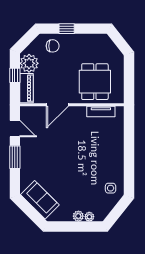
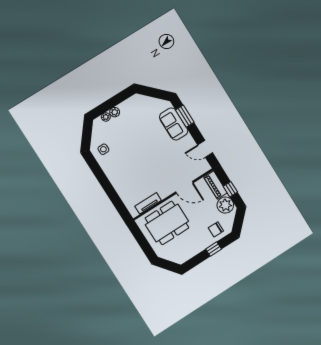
dining table: (95, 82) -> (167, 223), width x1.38
door: (57, 105) -> (184, 187), swing flipped
window: (15, 157) -> (185, 116), moved
sofa: (40, 200) -> (174, 124), moved, turned 45

